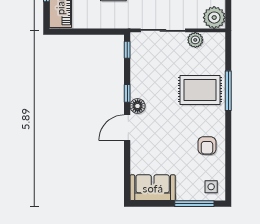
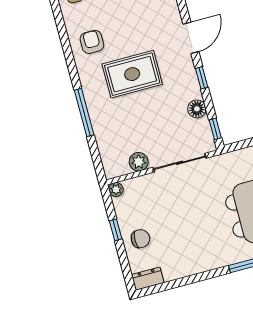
plant: (214, 18) -> (116, 189), width x0.53, depth x0.53
rug: (200, 90) -> (132, 74), moved
floor lamp: (138, 106) -> (197, 109), moved

